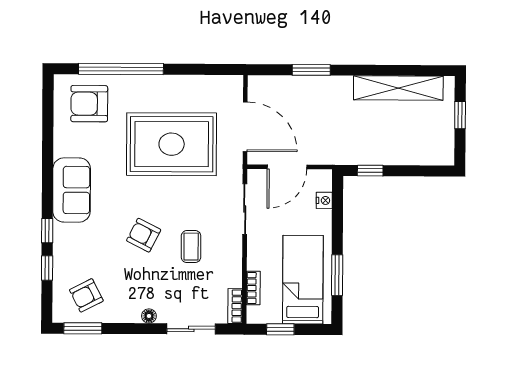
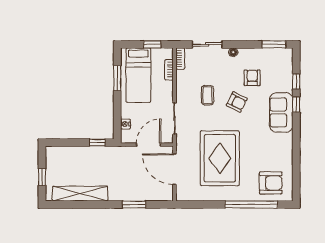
rug: (172, 144) -> (220, 158), turned 90
sofa: (72, 190) -> (281, 112), moved
armchair: (86, 295) -> (252, 78), moved, turned -63

